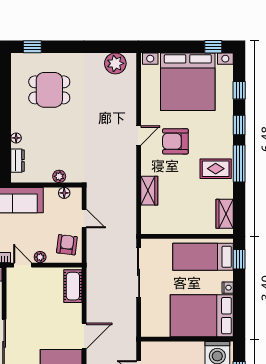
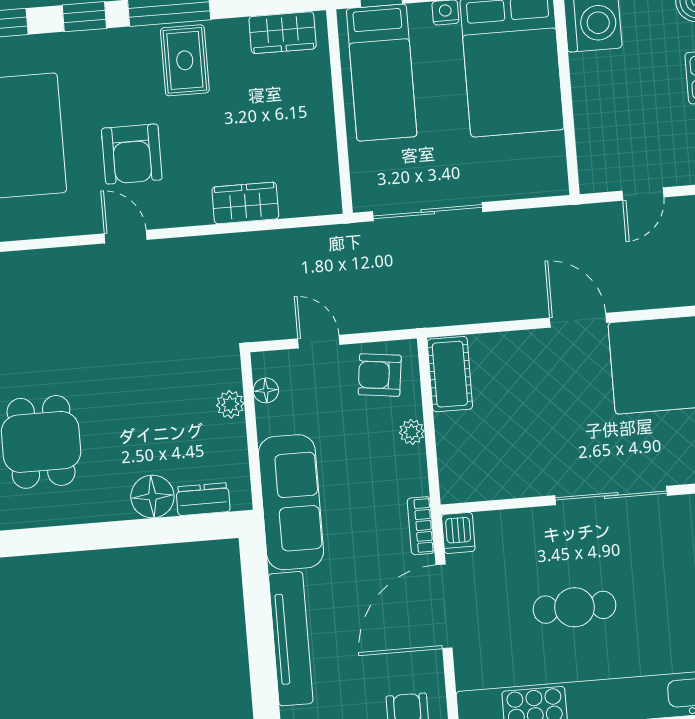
floor lamp: (16, 138) -> (152, 497), width x1.89, depth x1.89
door: (84, 219) -> (319, 342), hinge flipped
door: (23, 265) -> (433, 469), removed
cot: (73, 286) -> (450, 374), moved, turned 90

